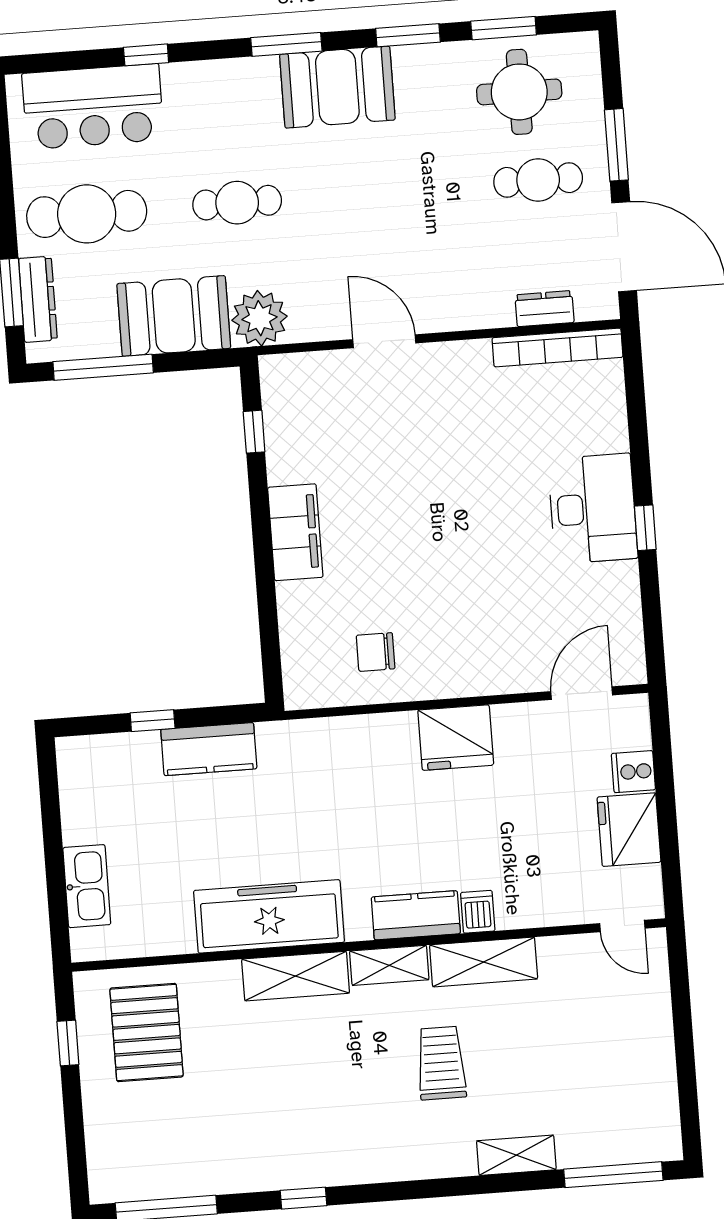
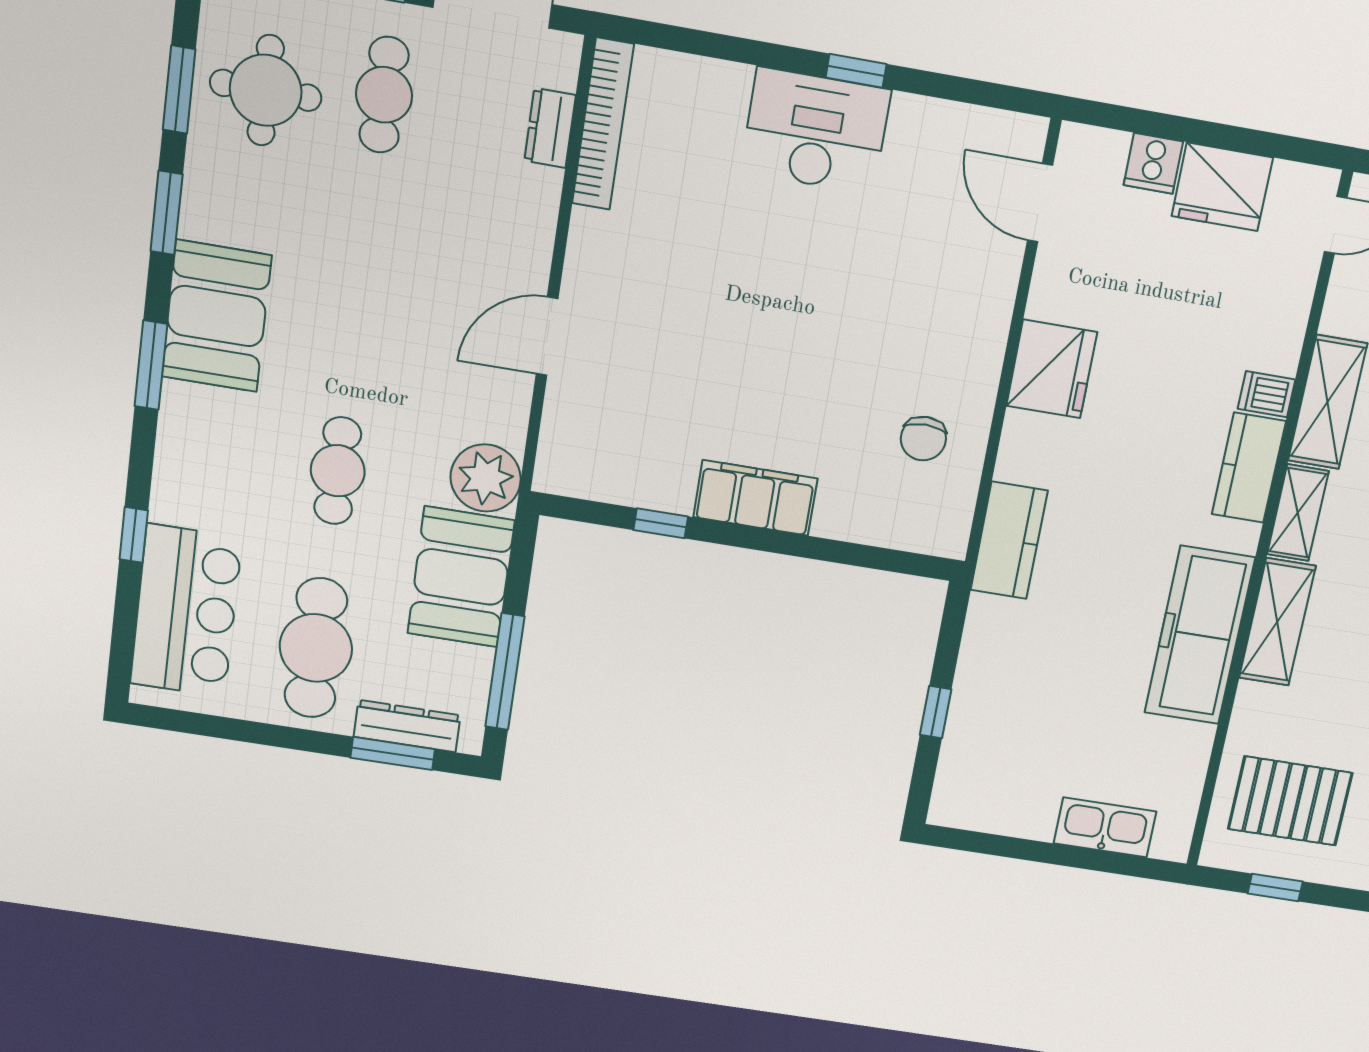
window: (254, 432) -> (661, 523), moved
kitchen counter: (209, 749) -> (1009, 540), moved

